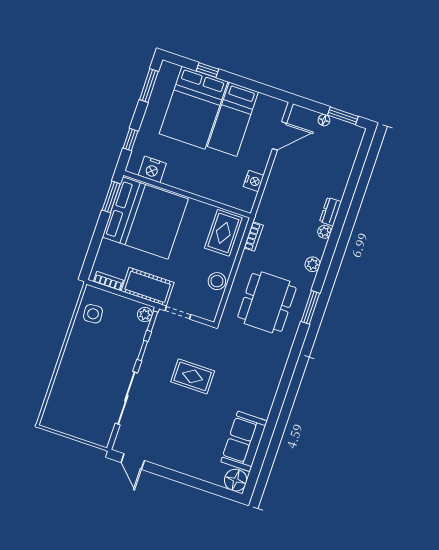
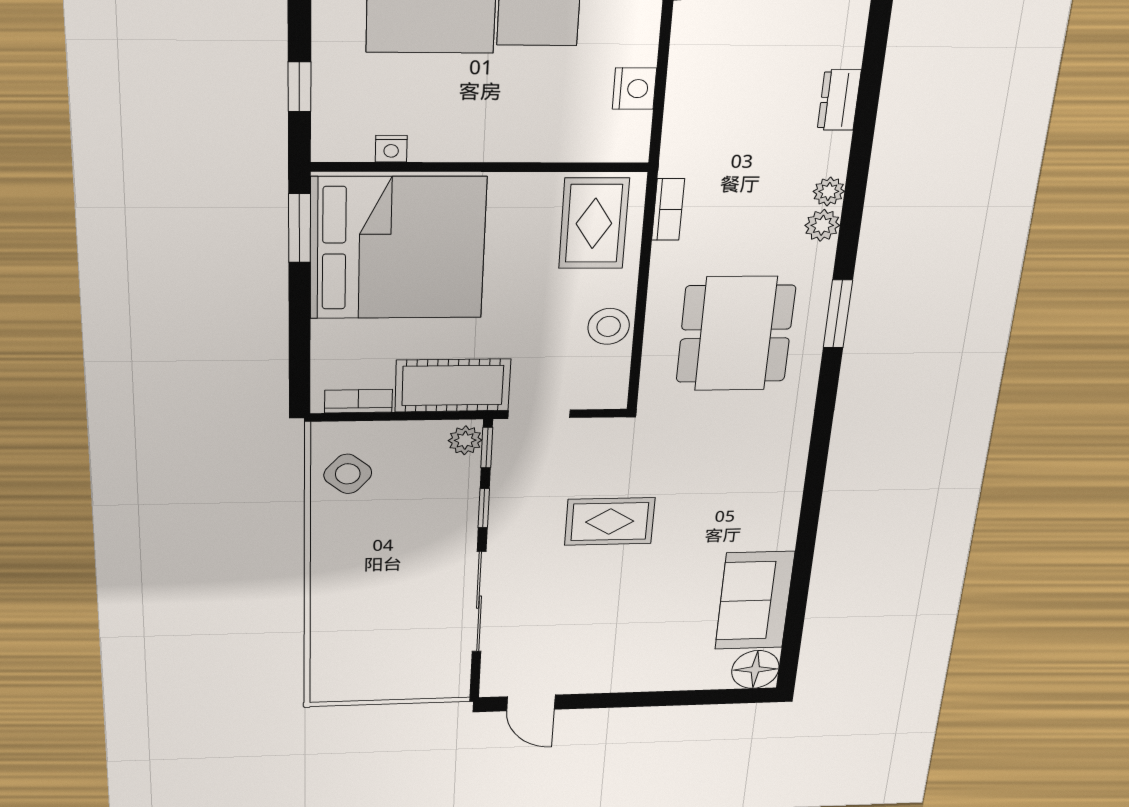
nightstand: (152, 169) -> (391, 149), width x0.53, depth x0.56
plant: (324, 232) -> (829, 191), moved
side table: (93, 314) -> (348, 474), turned 45

